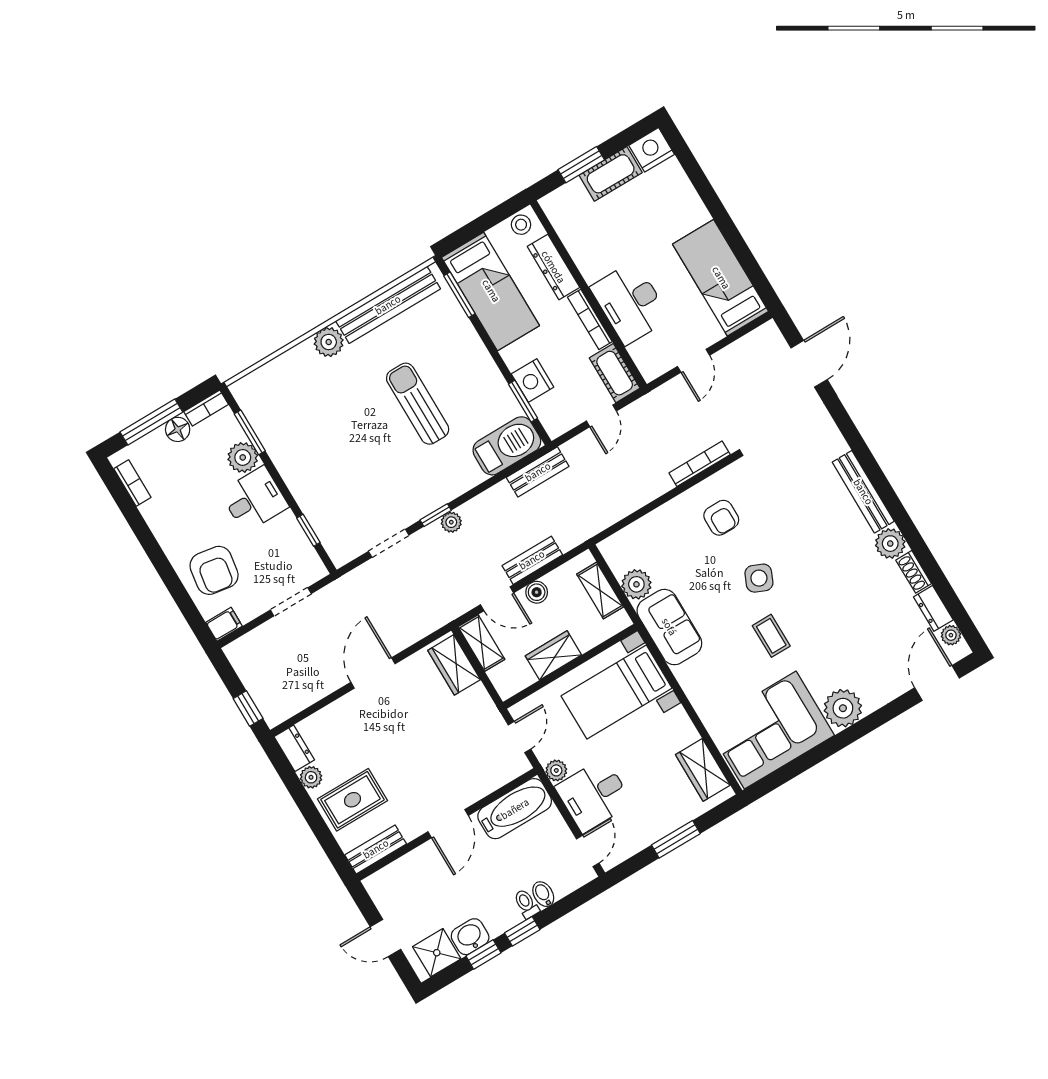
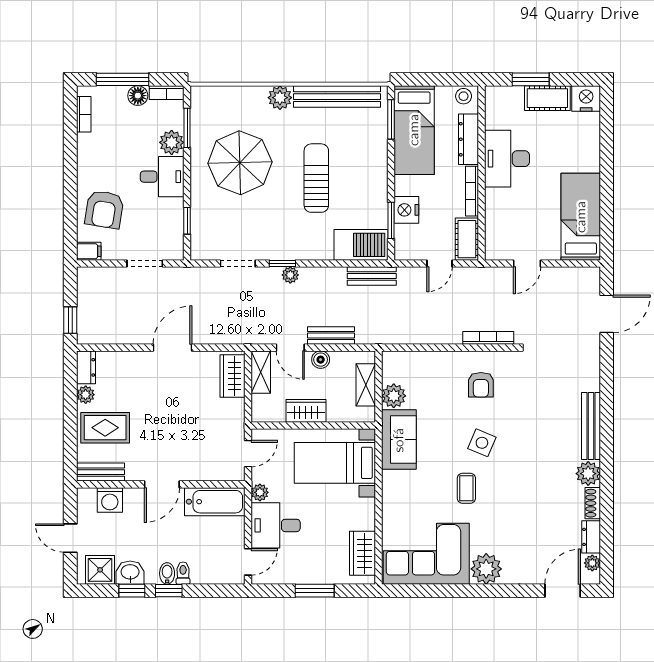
desk: (630, 303) -> (507, 159), moved
parasol: (327, 436) -> (240, 163), added
washing machine: (403, 873) -> (110, 500), added
bidet: (543, 894) -> (167, 573), moved

